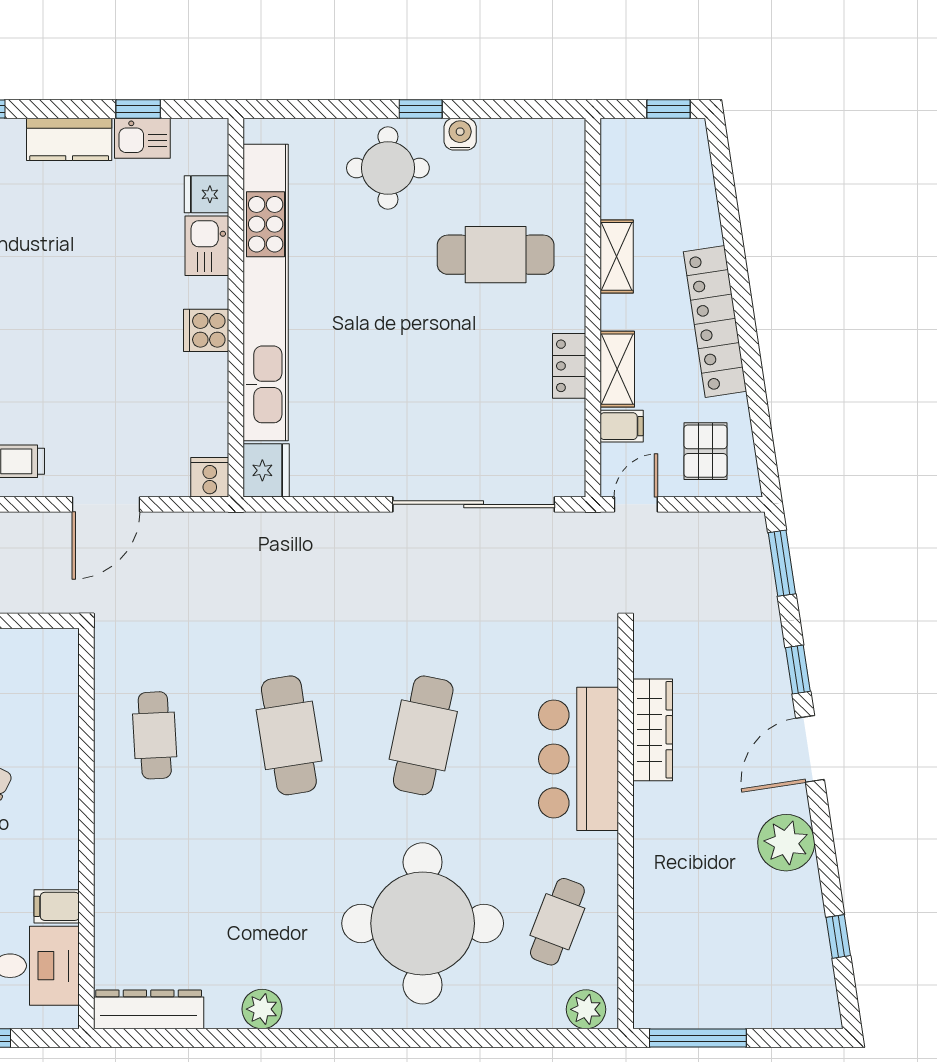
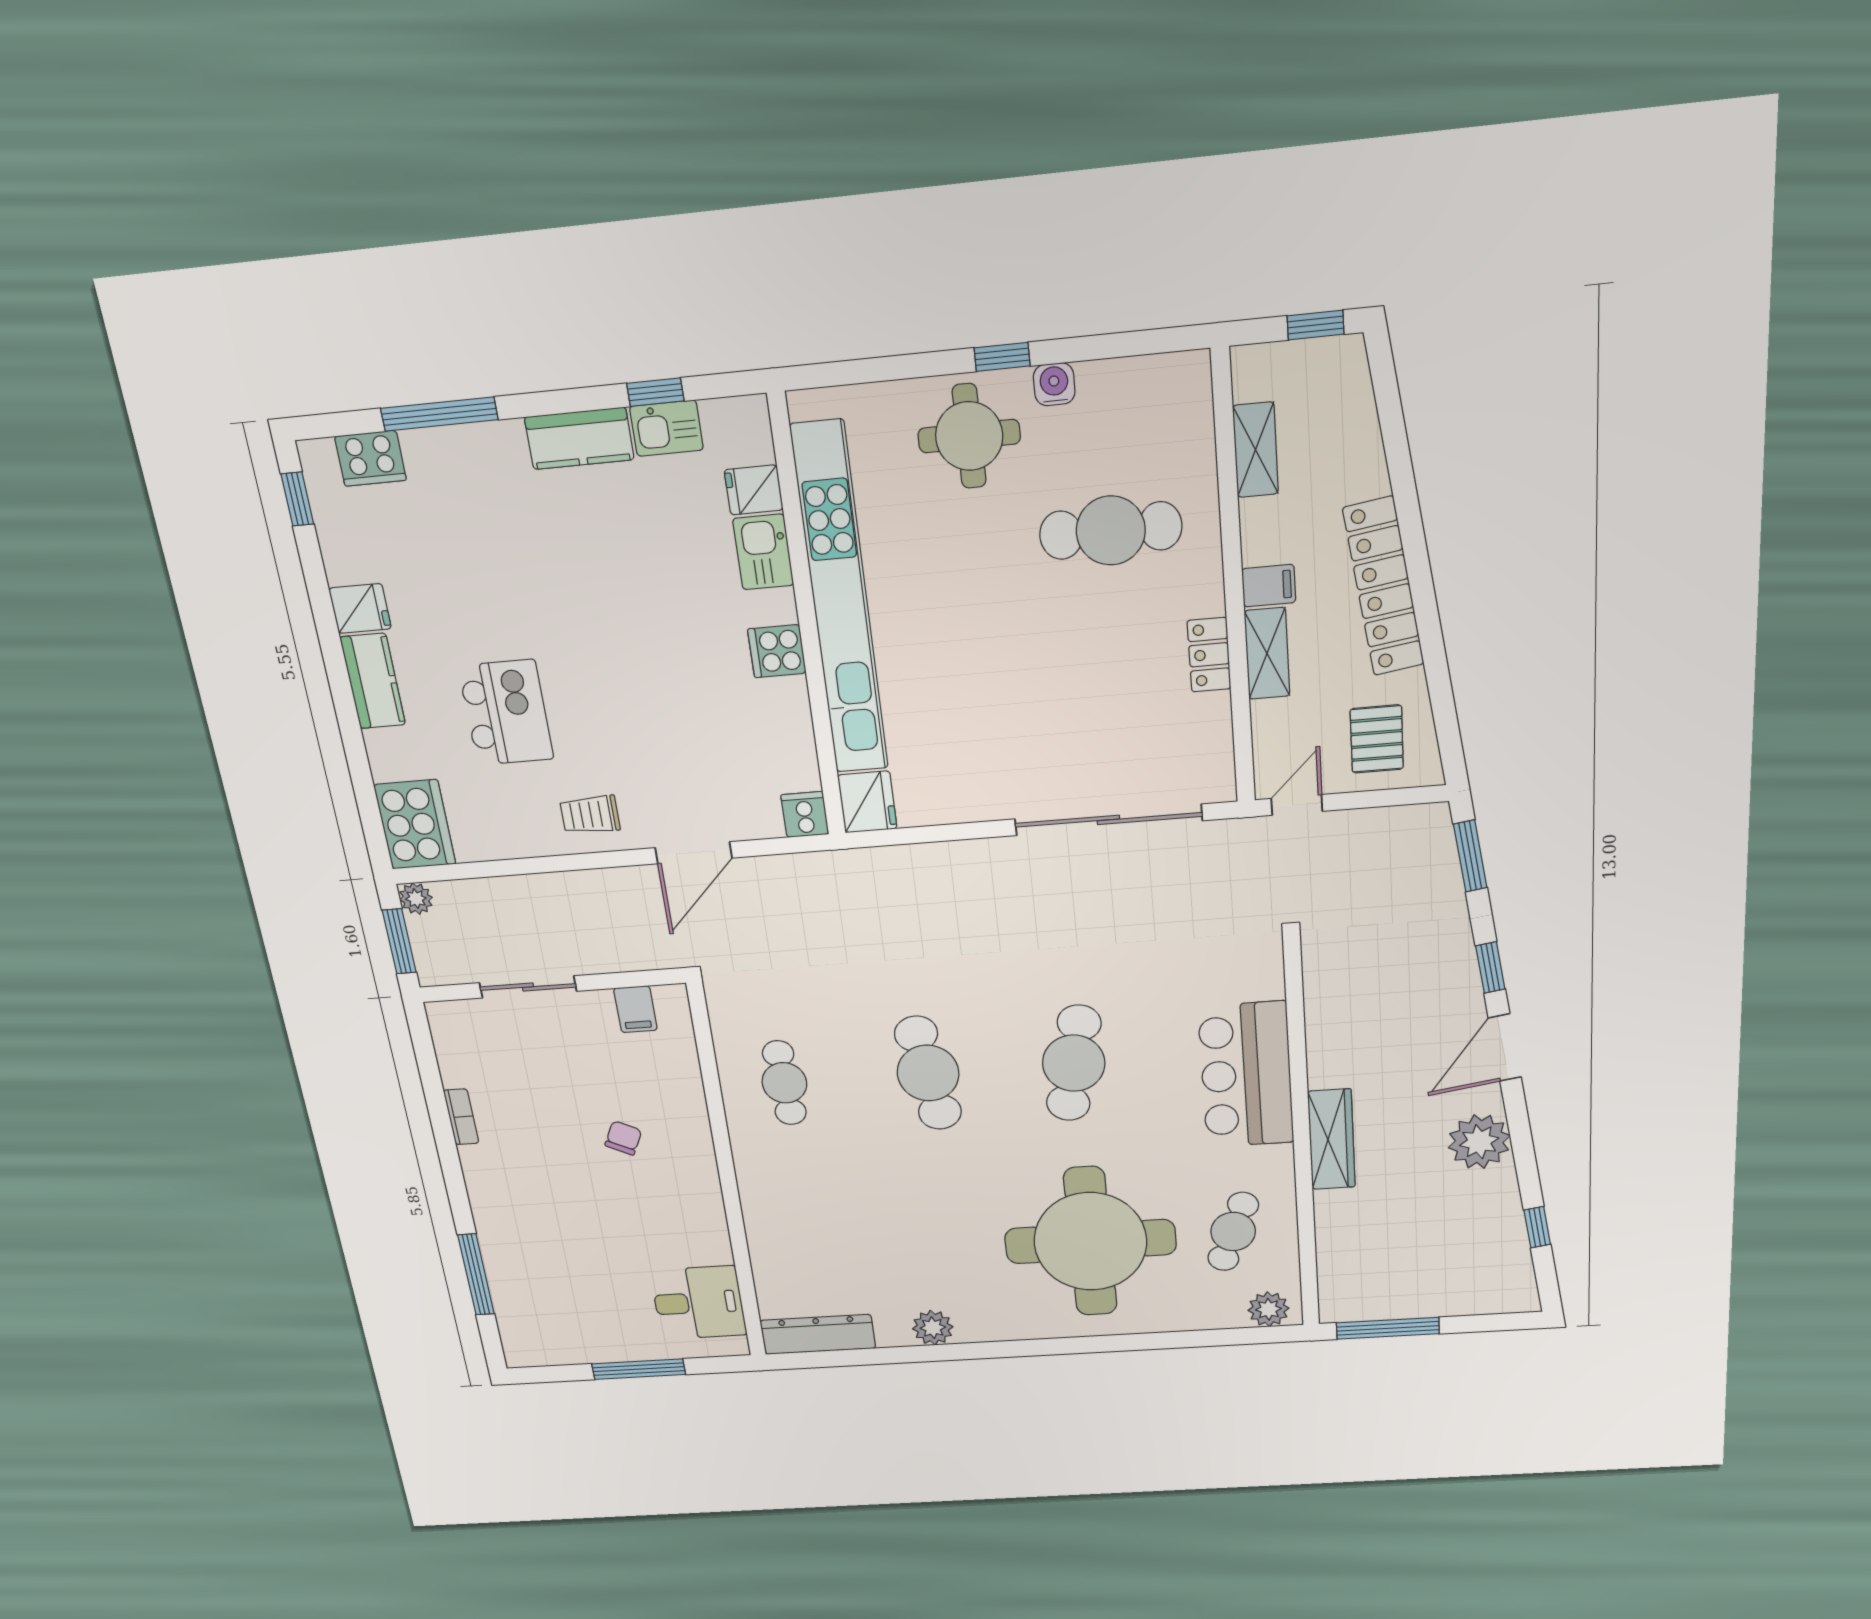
shelving: (617, 256) -> (1255, 450), moved
filing cabinet: (622, 426) -> (1269, 586), moved
wardrobe: (653, 730) -> (1331, 1139), moved
filing cabinet: (57, 906) -> (635, 1009), moved, turned -90

